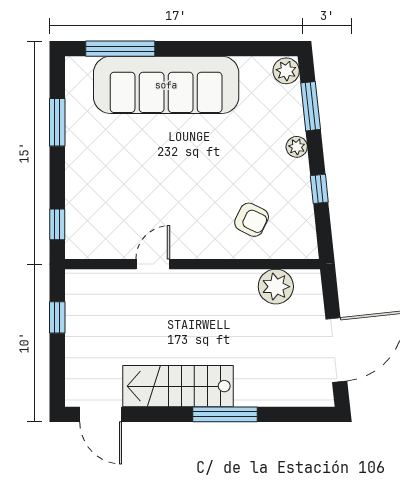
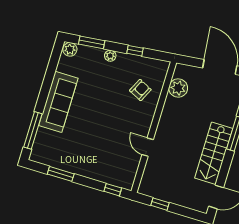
sofa: (166, 85) -> (58, 102), width x0.74, depth x0.79

